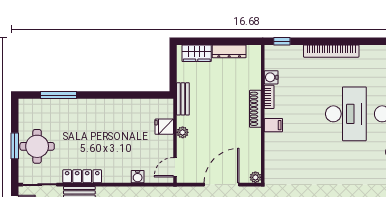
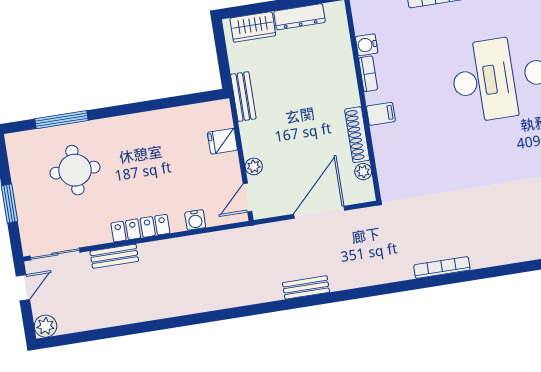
shoe rack: (255, 109) -> (357, 135), moved
plant: (183, 132) -> (254, 166), moved
round table: (37, 146) -> (75, 170), moved
locker: (82, 176) -> (140, 228), moved
plant: (255, 177) -> (363, 172), moved

